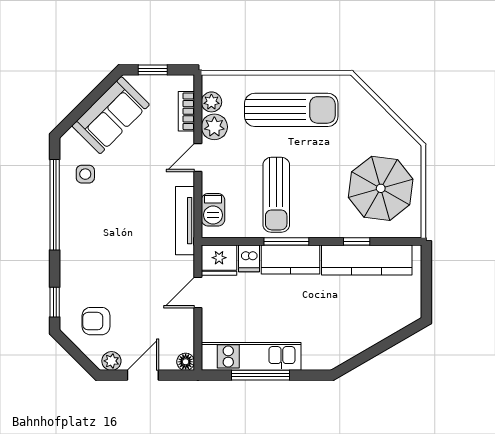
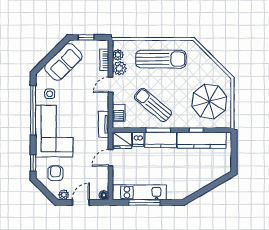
sun lounger: (276, 195) -> (153, 105), turned 130
tv unit: (185, 221) -> (104, 124), width x0.71
corner sofa: (94, 243) -> (54, 131), added
armchair: (96, 321) -> (55, 173), turned 90

